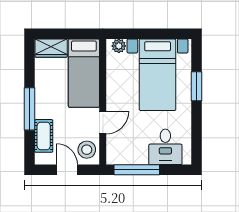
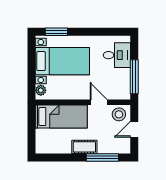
wardrobe: (51, 48) -> (42, 141), removed
window: (196, 86) -> (56, 32), moved
window: (30, 109) -> (102, 157), moved
cot: (44, 136) -> (84, 147), moved

